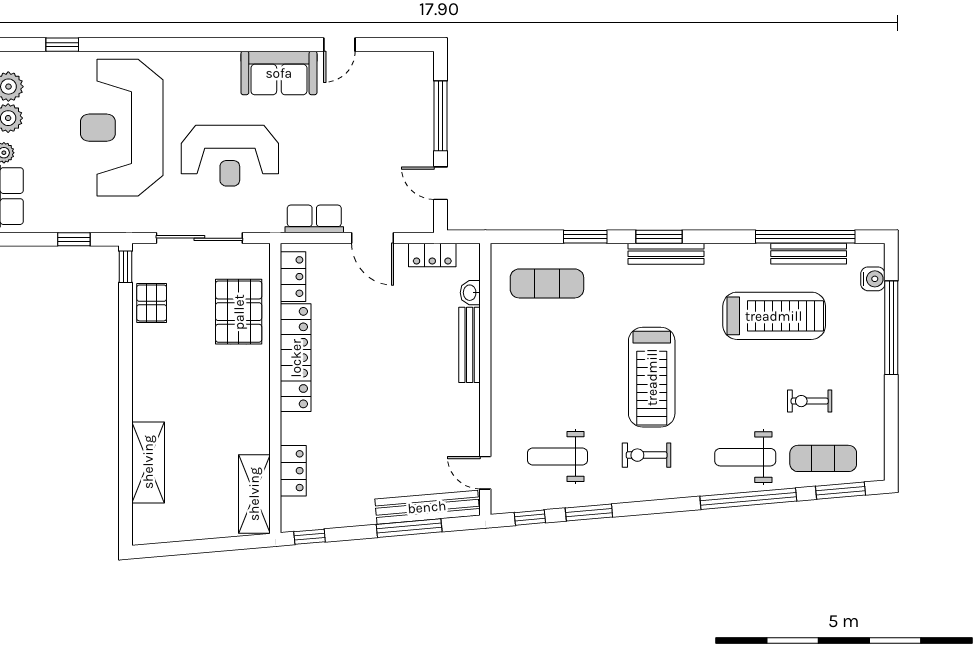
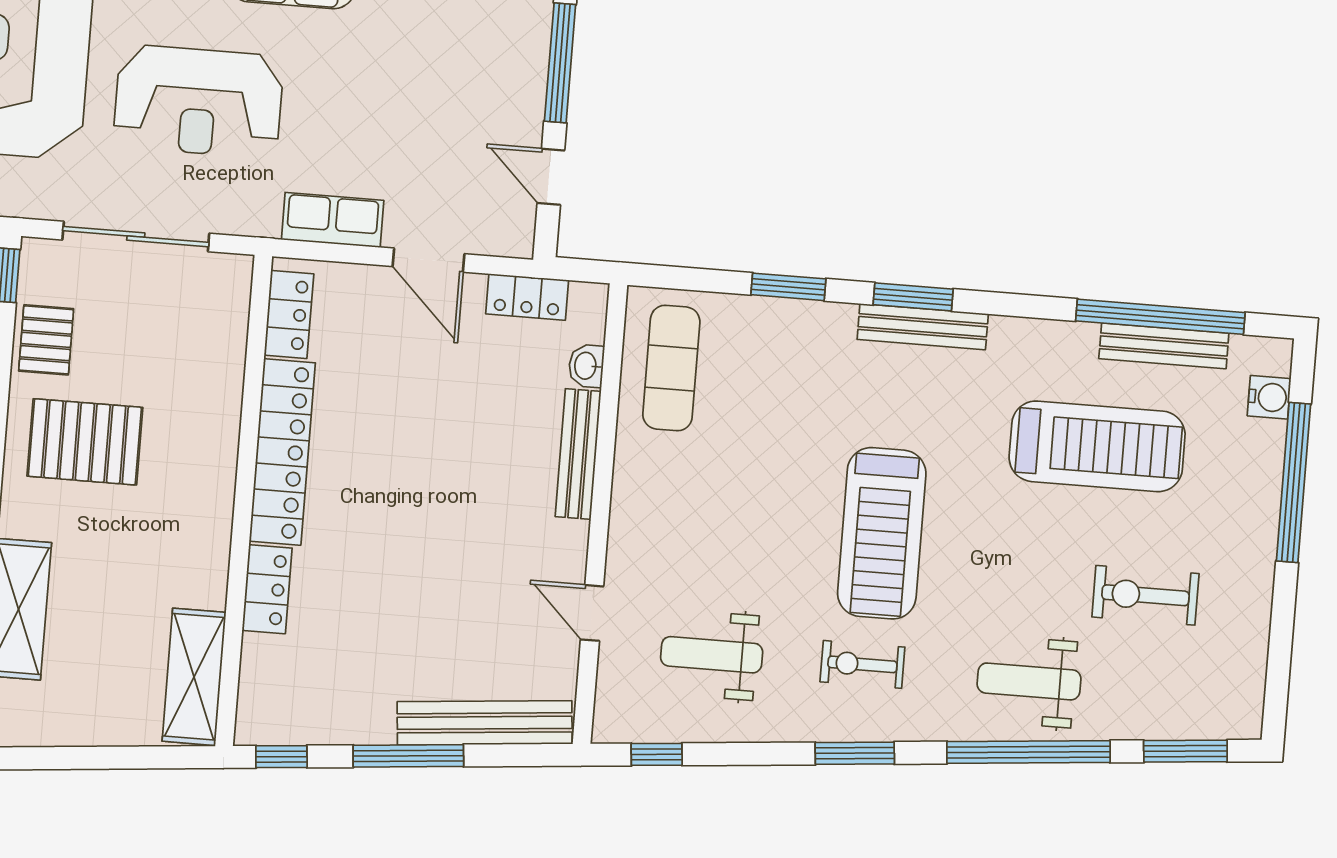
exercise mat: (547, 283) -> (671, 368), moved, turned 90
pallet: (239, 312) -> (85, 442), moved, turned 90
exercise bike: (810, 401) -> (1145, 595), width x1.38, depth x1.39
exercise mat: (823, 458) -> (1161, 694), removed
locker: (293, 471) -> (267, 589), moved
door: (485, 473) -> (592, 613), moved
window: (589, 513) -> (855, 753), moved
window: (409, 528) -> (408, 756), moved

